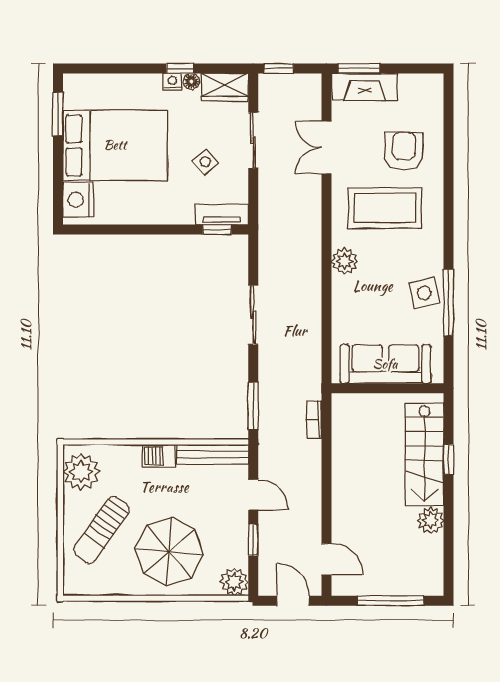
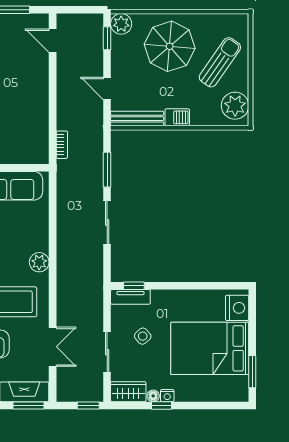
window: (253, 406) -> (107, 170), moved
window: (253, 540) -> (107, 38), moved
door: (293, 601) -> (78, 10), removed

